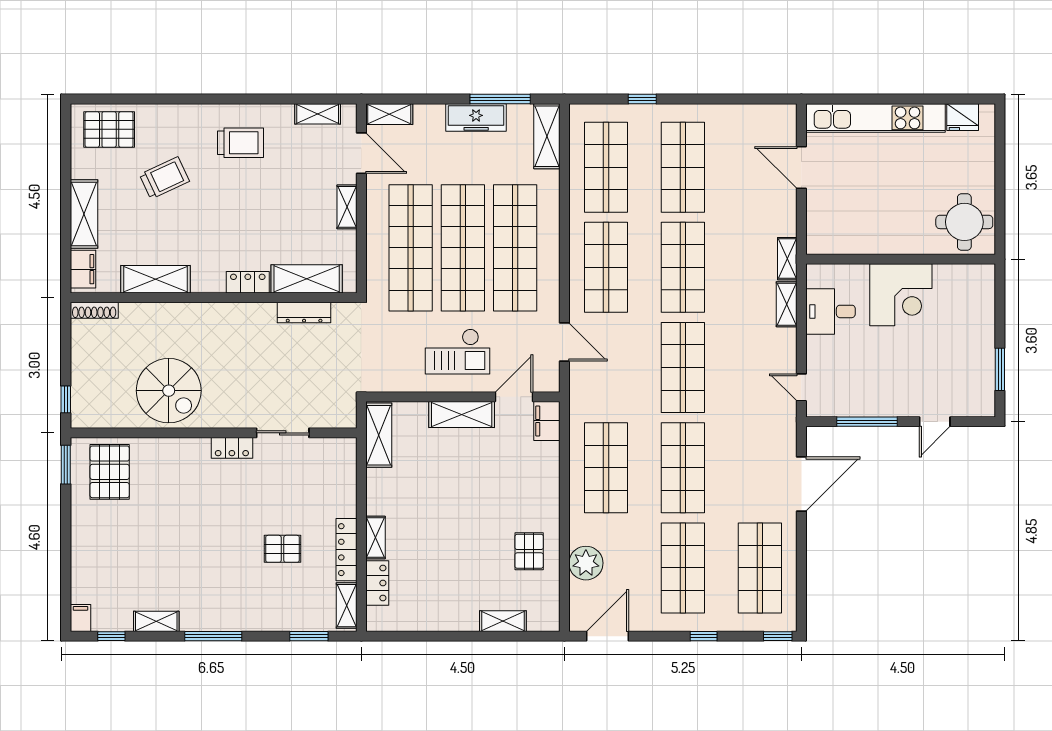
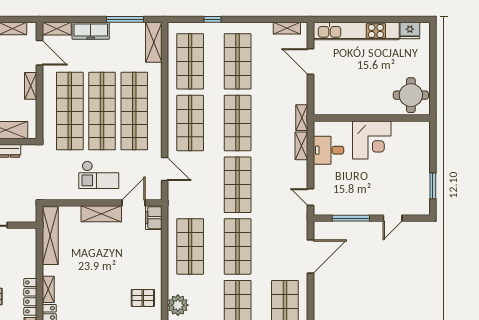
shelving: (763, 113) -> (287, 28), added
freezer: (476, 117) -> (91, 31), moved
shelving: (379, 435) -> (50, 236), width x1.47
pallet: (529, 551) -> (143, 298), turned 90

